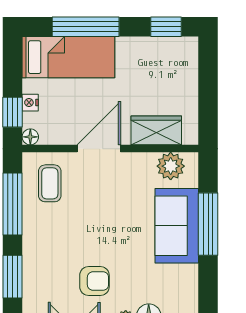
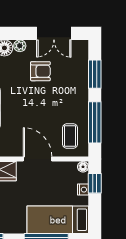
door: (99, 149) -> (38, 159), swing flipped
armchair: (94, 281) -> (40, 71), turned 180

